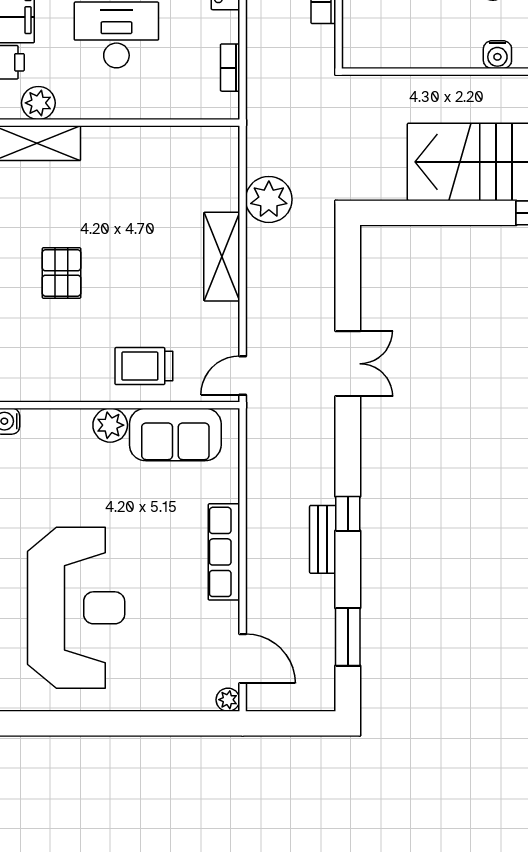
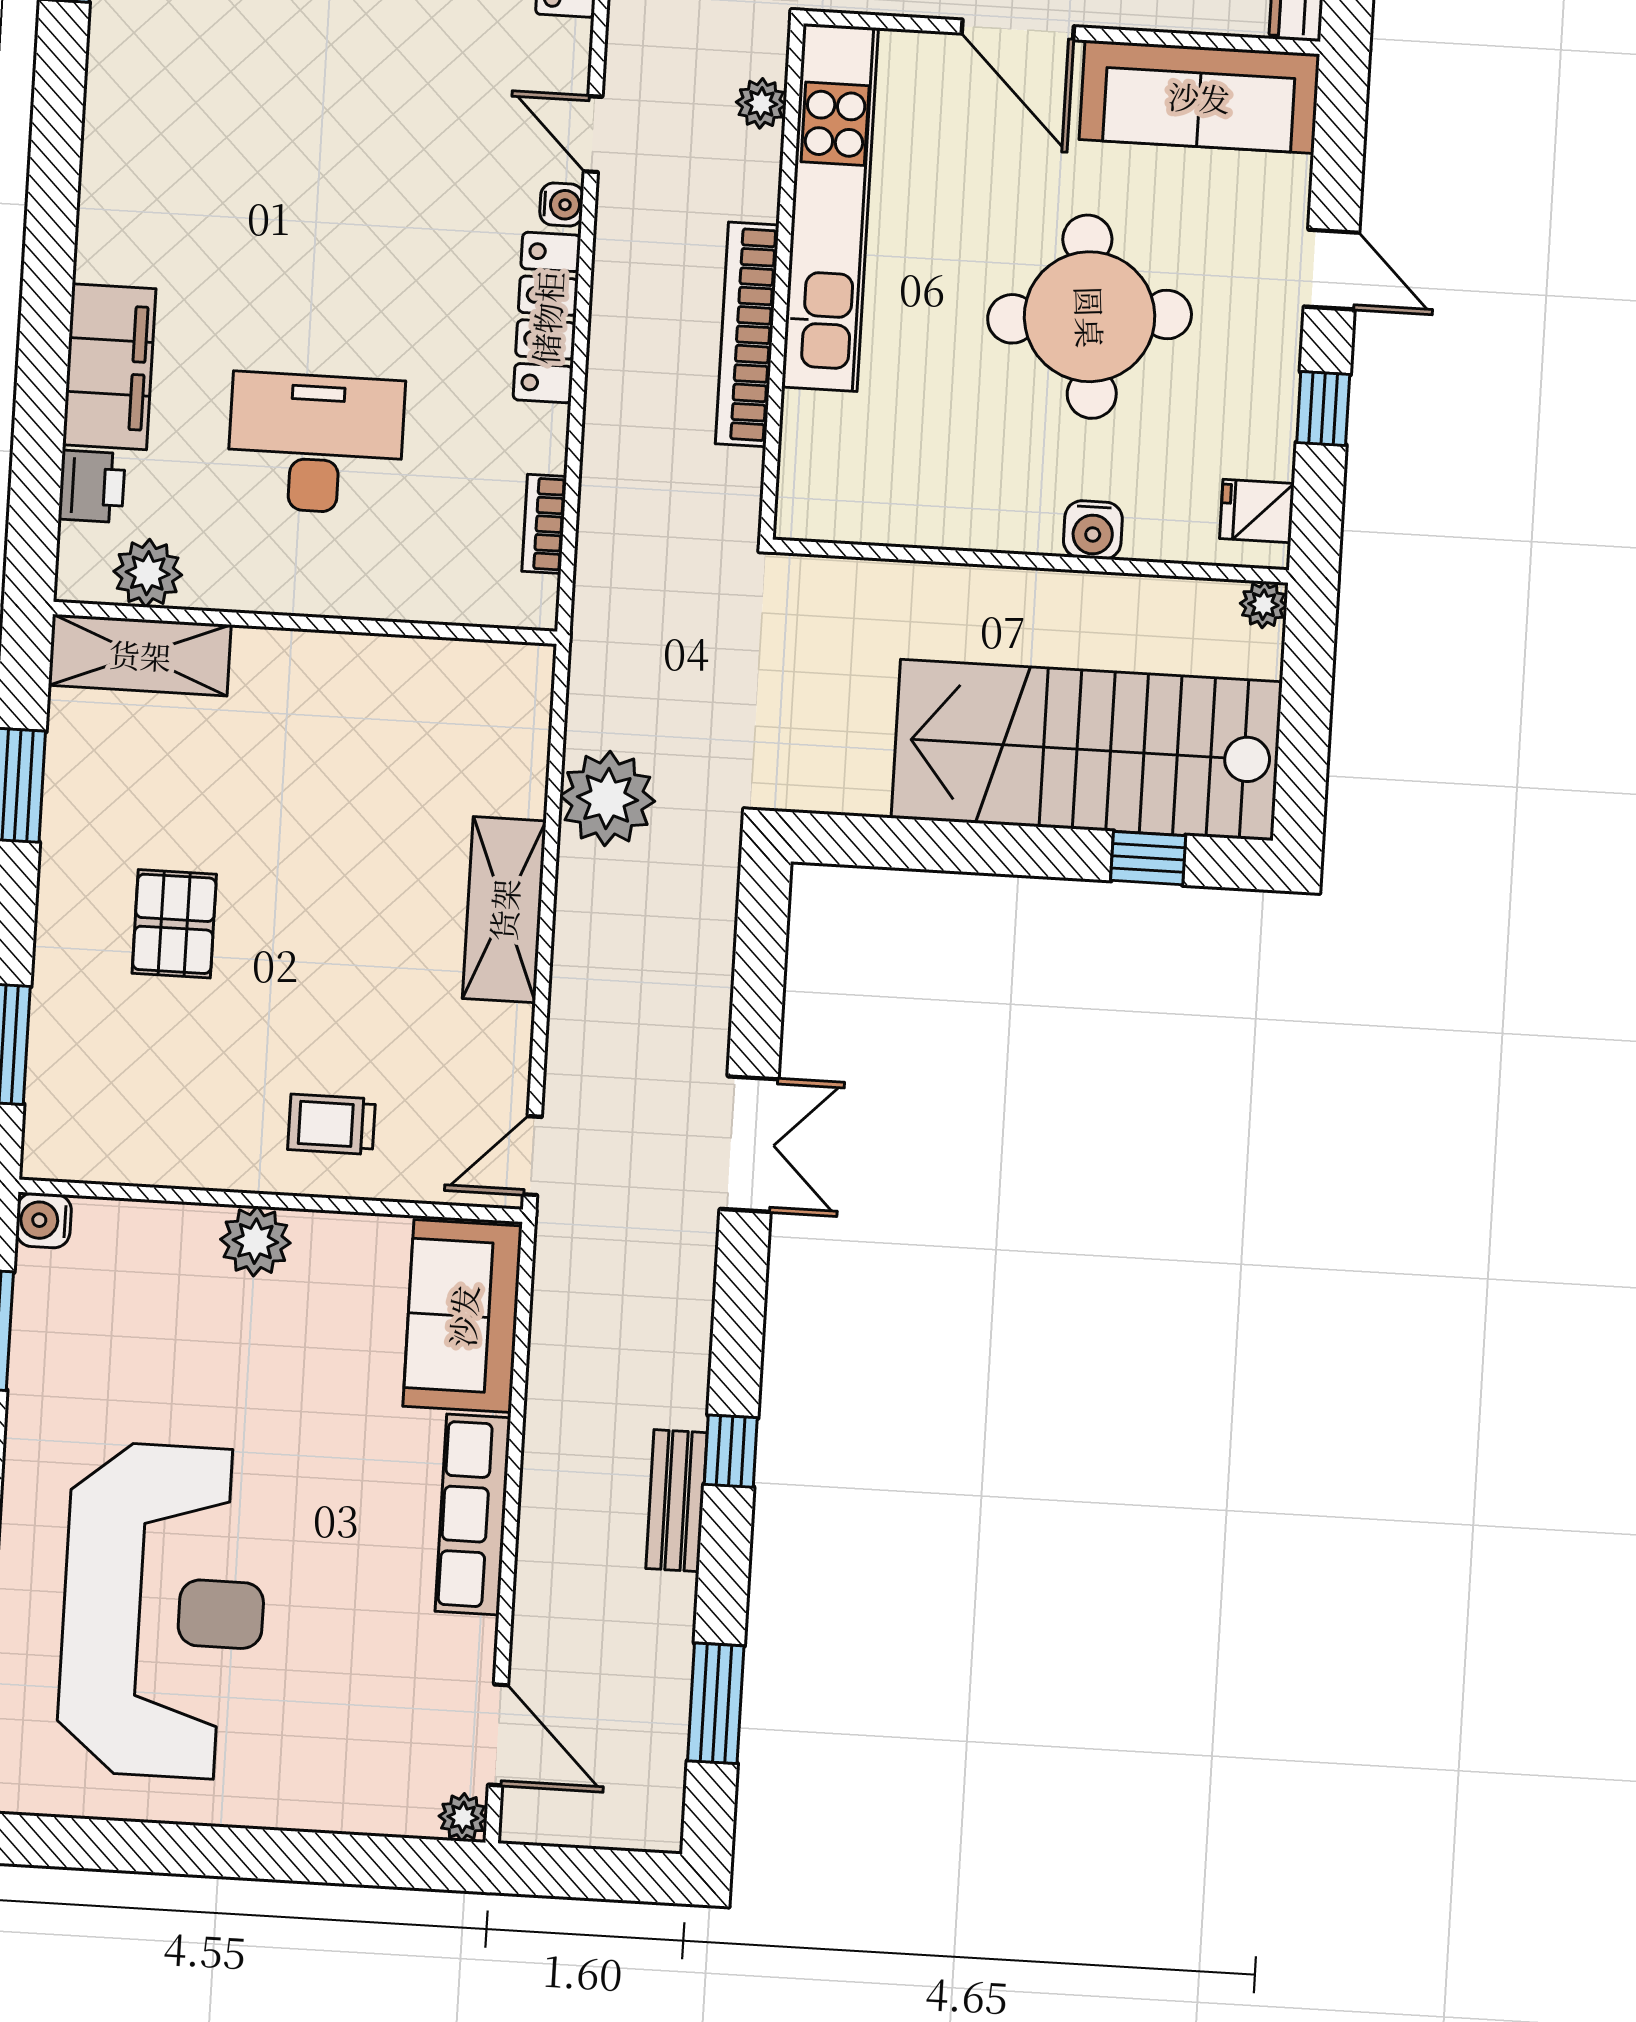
trolley: (144, 366) -> (332, 1124), width x0.73, depth x0.72
sofa: (175, 434) -> (463, 1316), moved, turned 90

